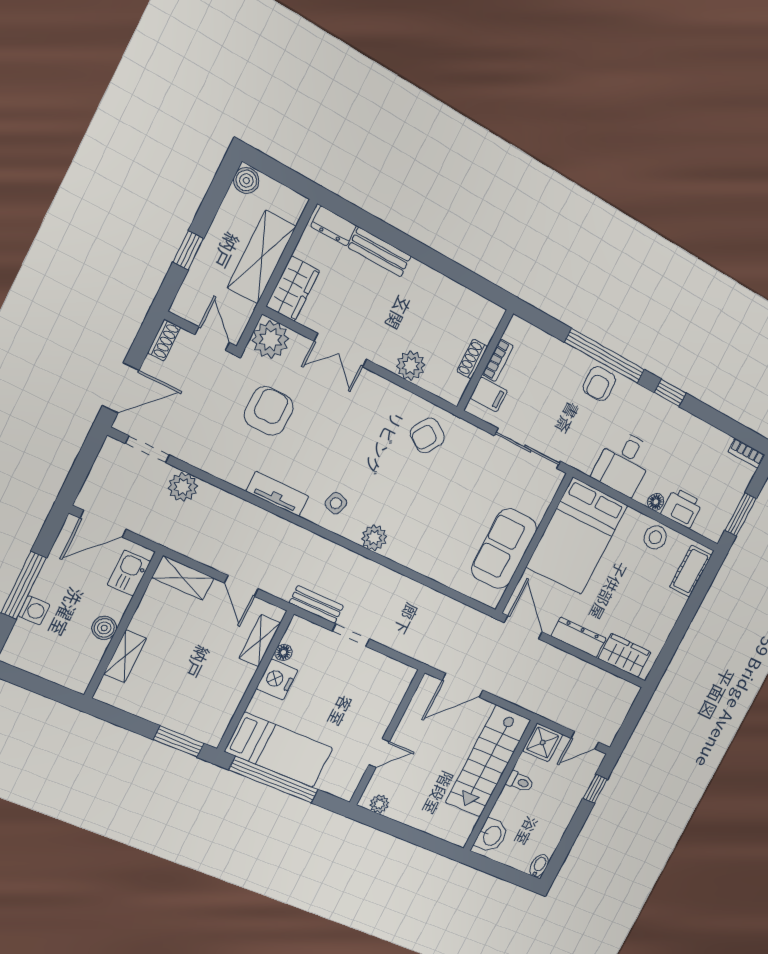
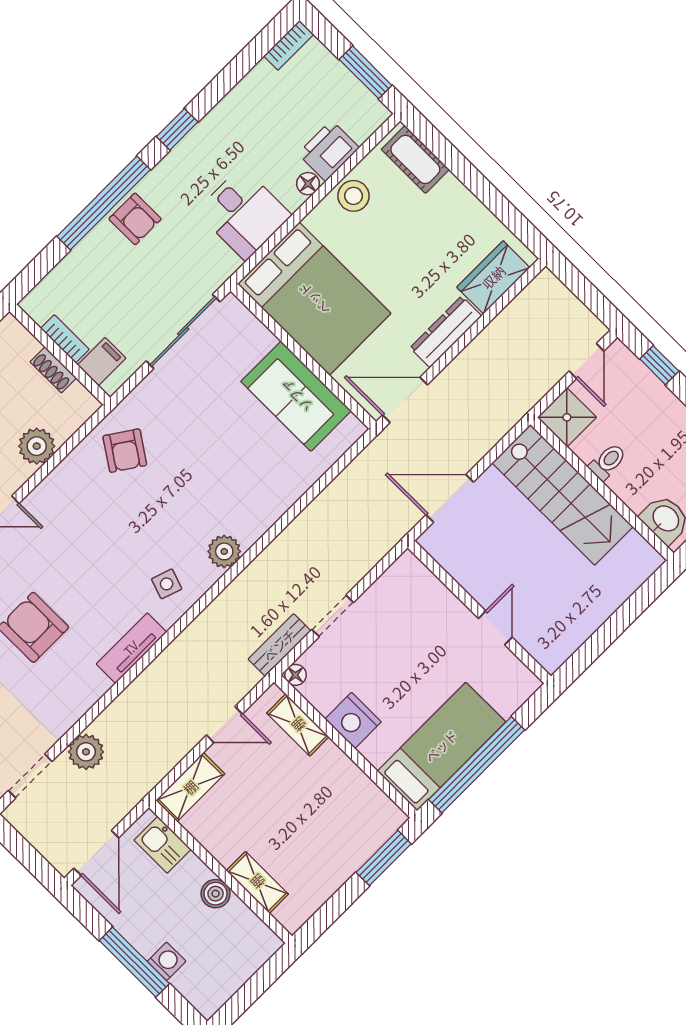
floor lamp: (283, 652) -> (295, 675), moved
door: (463, 685) -> (450, 498), swing flipped
plant: (379, 804) -> (562, 648), removed

